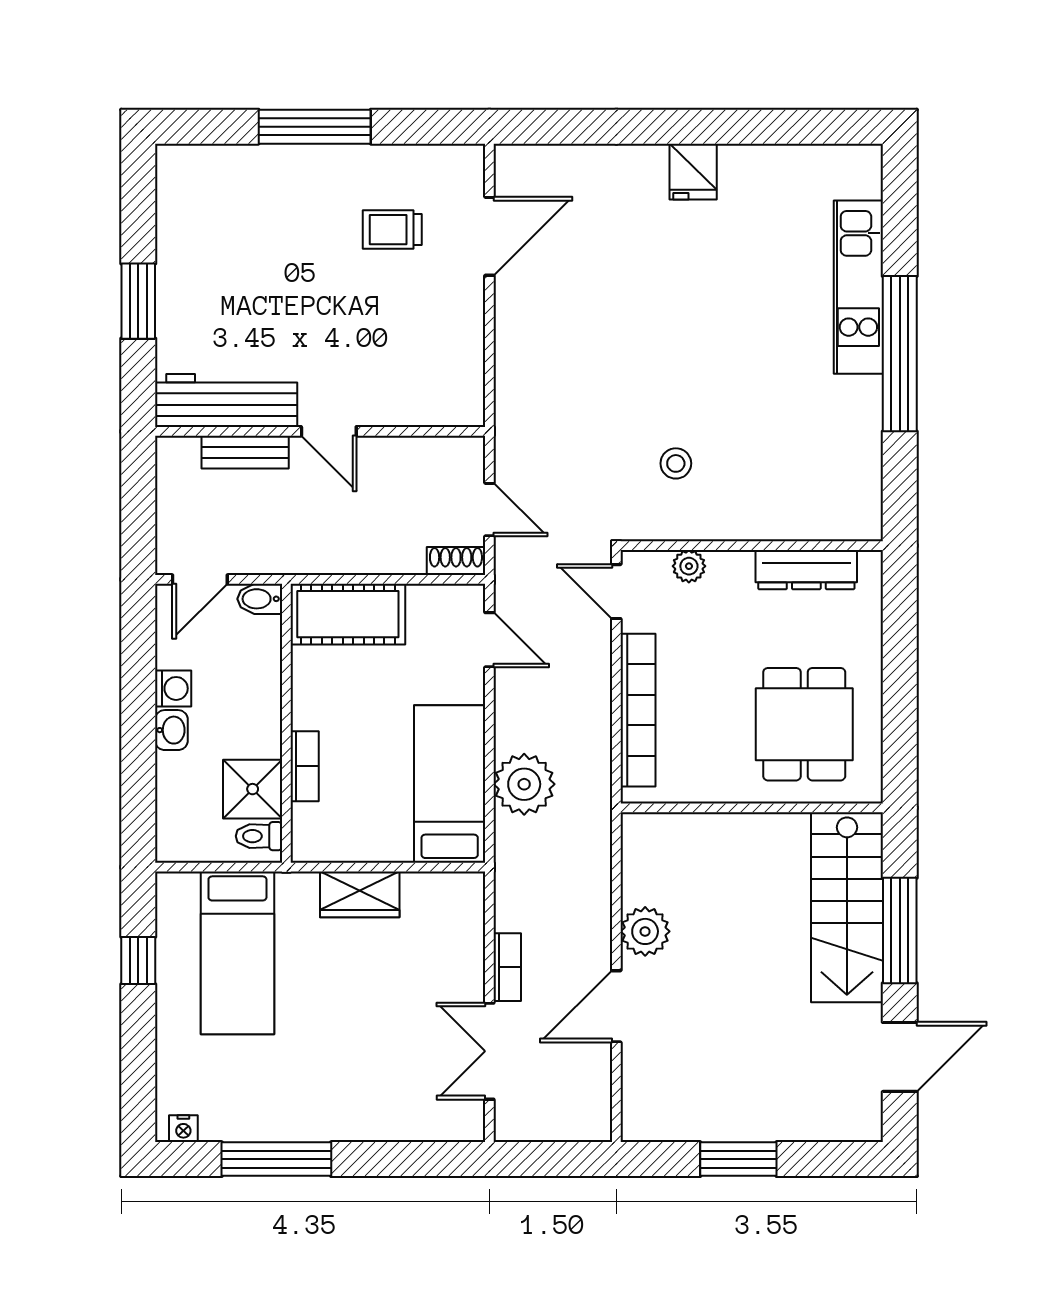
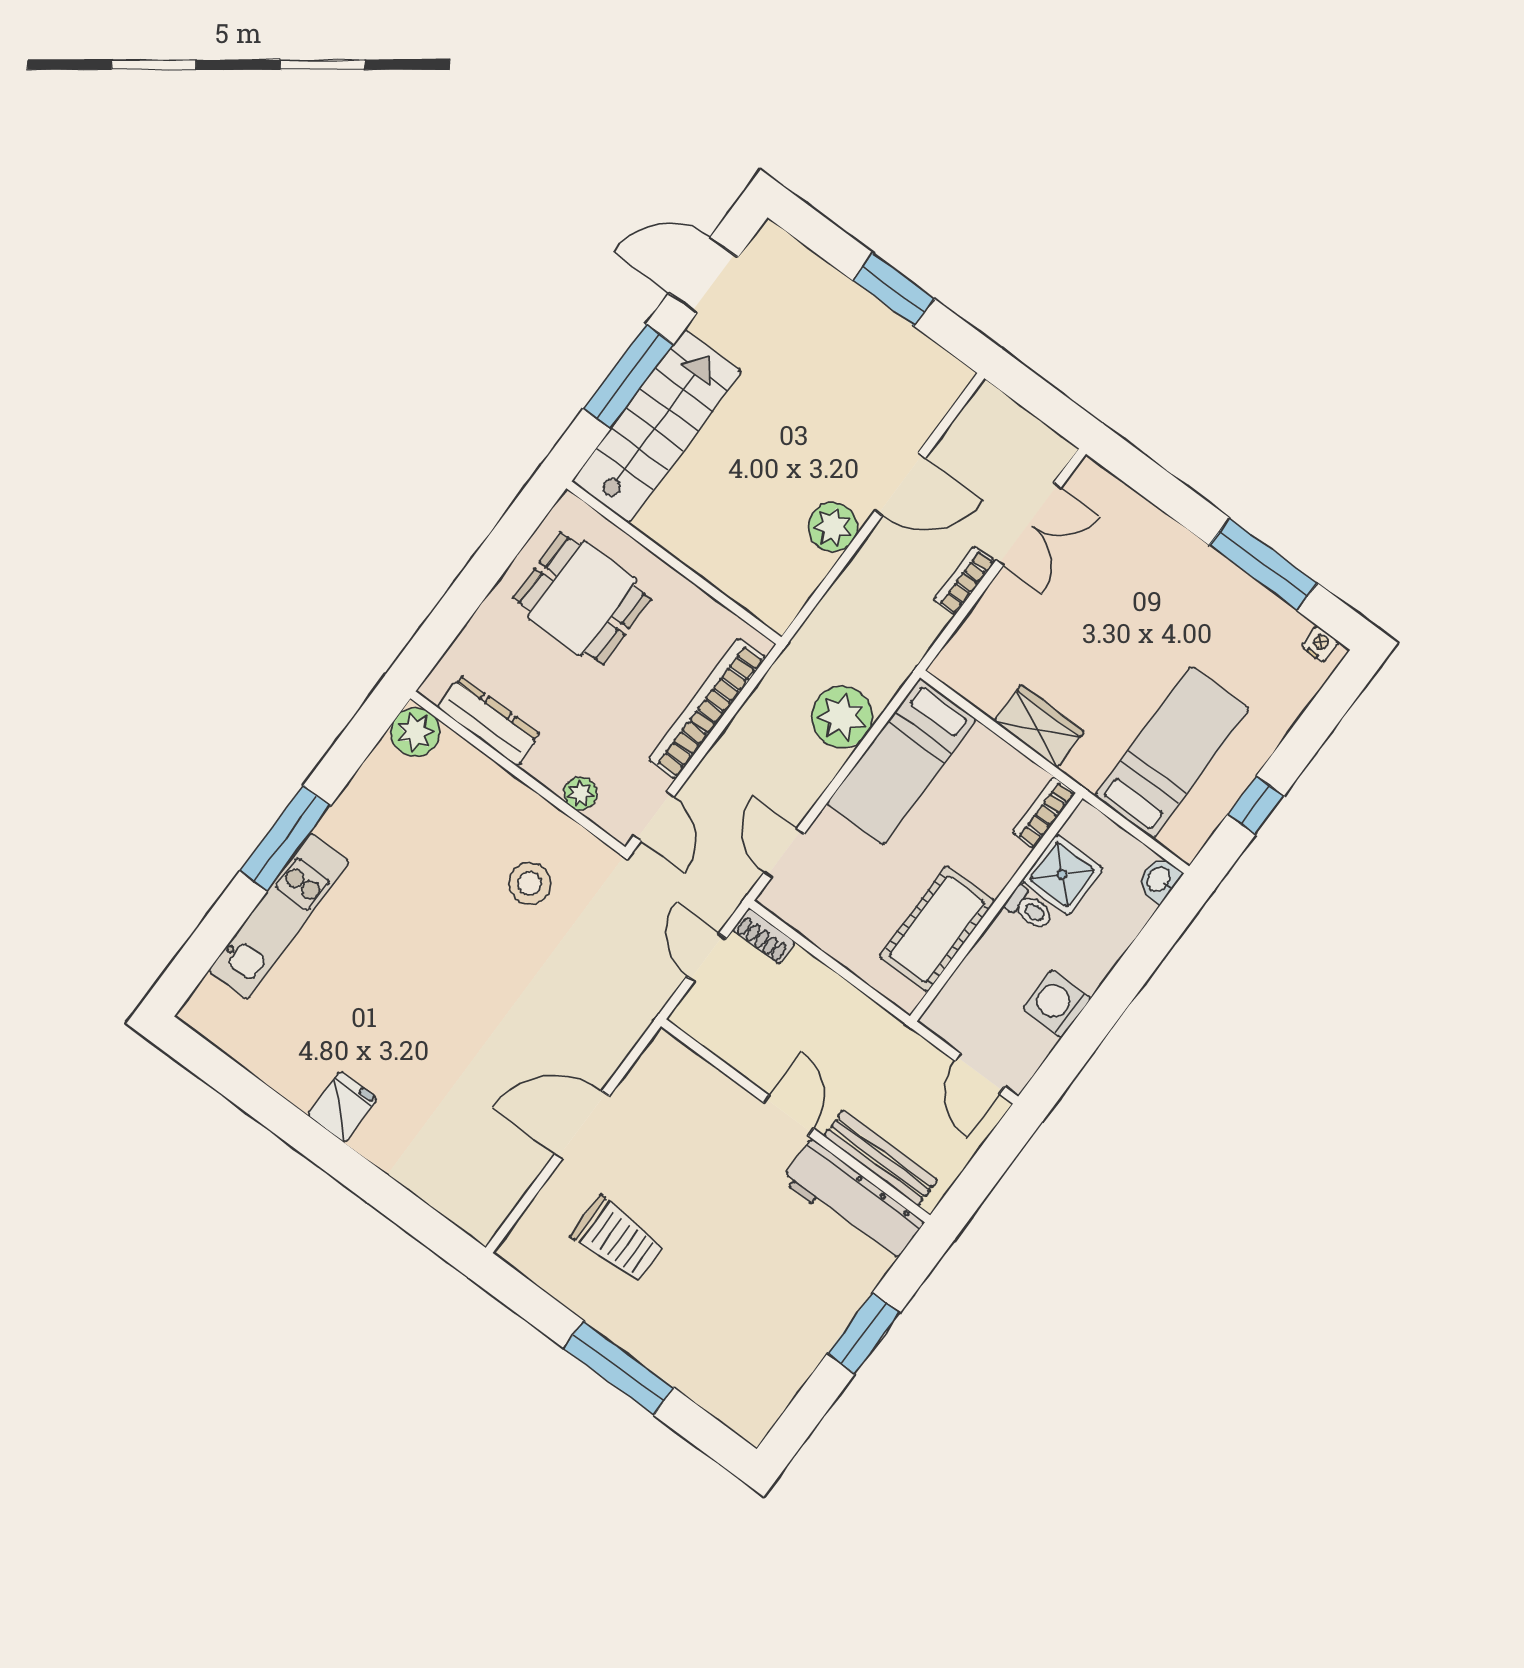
trolley: (392, 230) -> (618, 1239), width x1.36, depth x1.39
door: (489, 236) -> (582, 1125), moved
window: (900, 354) -> (285, 838), width x0.68
bench: (245, 452) -> (881, 1158), width x1.36
stool: (676, 463) -> (530, 884), width x1.37, depth x1.37
plant: (859, 517) -> (415, 732), added
door: (200, 579) -> (980, 1074), swing flipped
bidet: (260, 599) -> (944, 1023), removed
cot: (348, 614) -> (937, 929), moved, turned 90
washing machine: (173, 688) -> (1057, 1004), width x1.38, depth x1.38
dining table: (804, 724) -> (582, 598), turned 90
washbasin: (171, 730) -> (1159, 880), moved
bookcase: (305, 766) -> (1044, 813), moved
toilet: (259, 836) -> (1029, 908), moved

